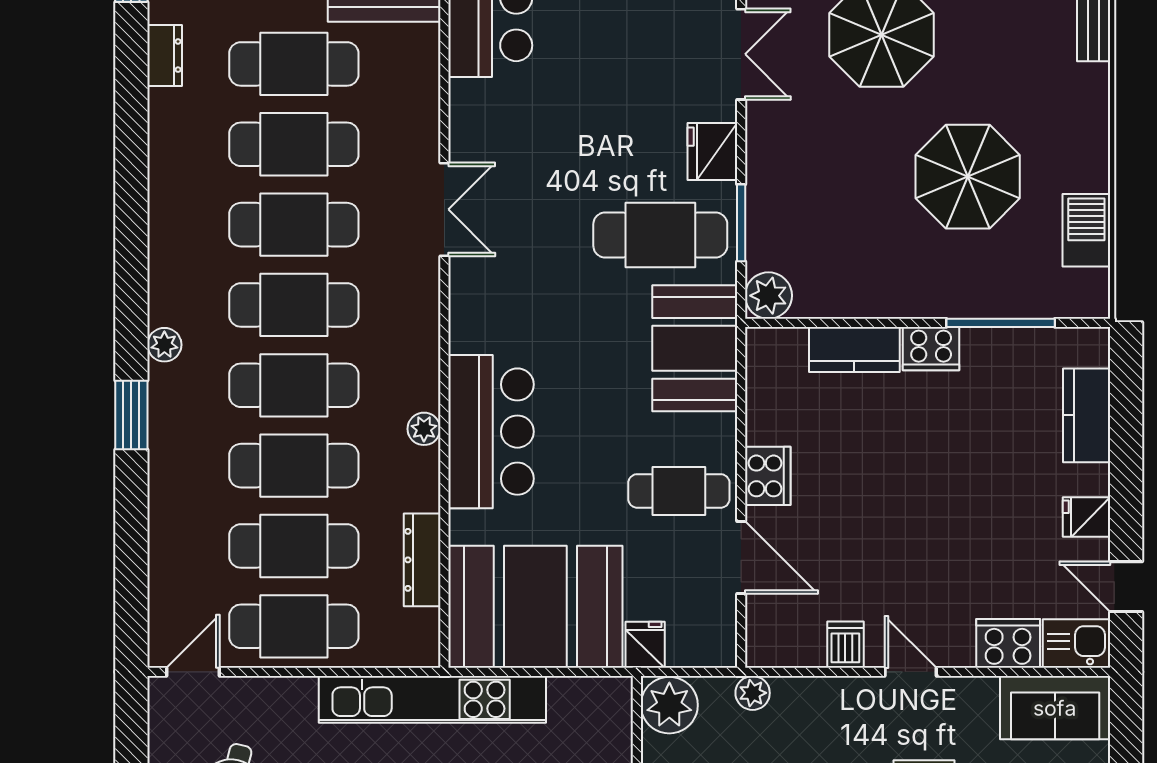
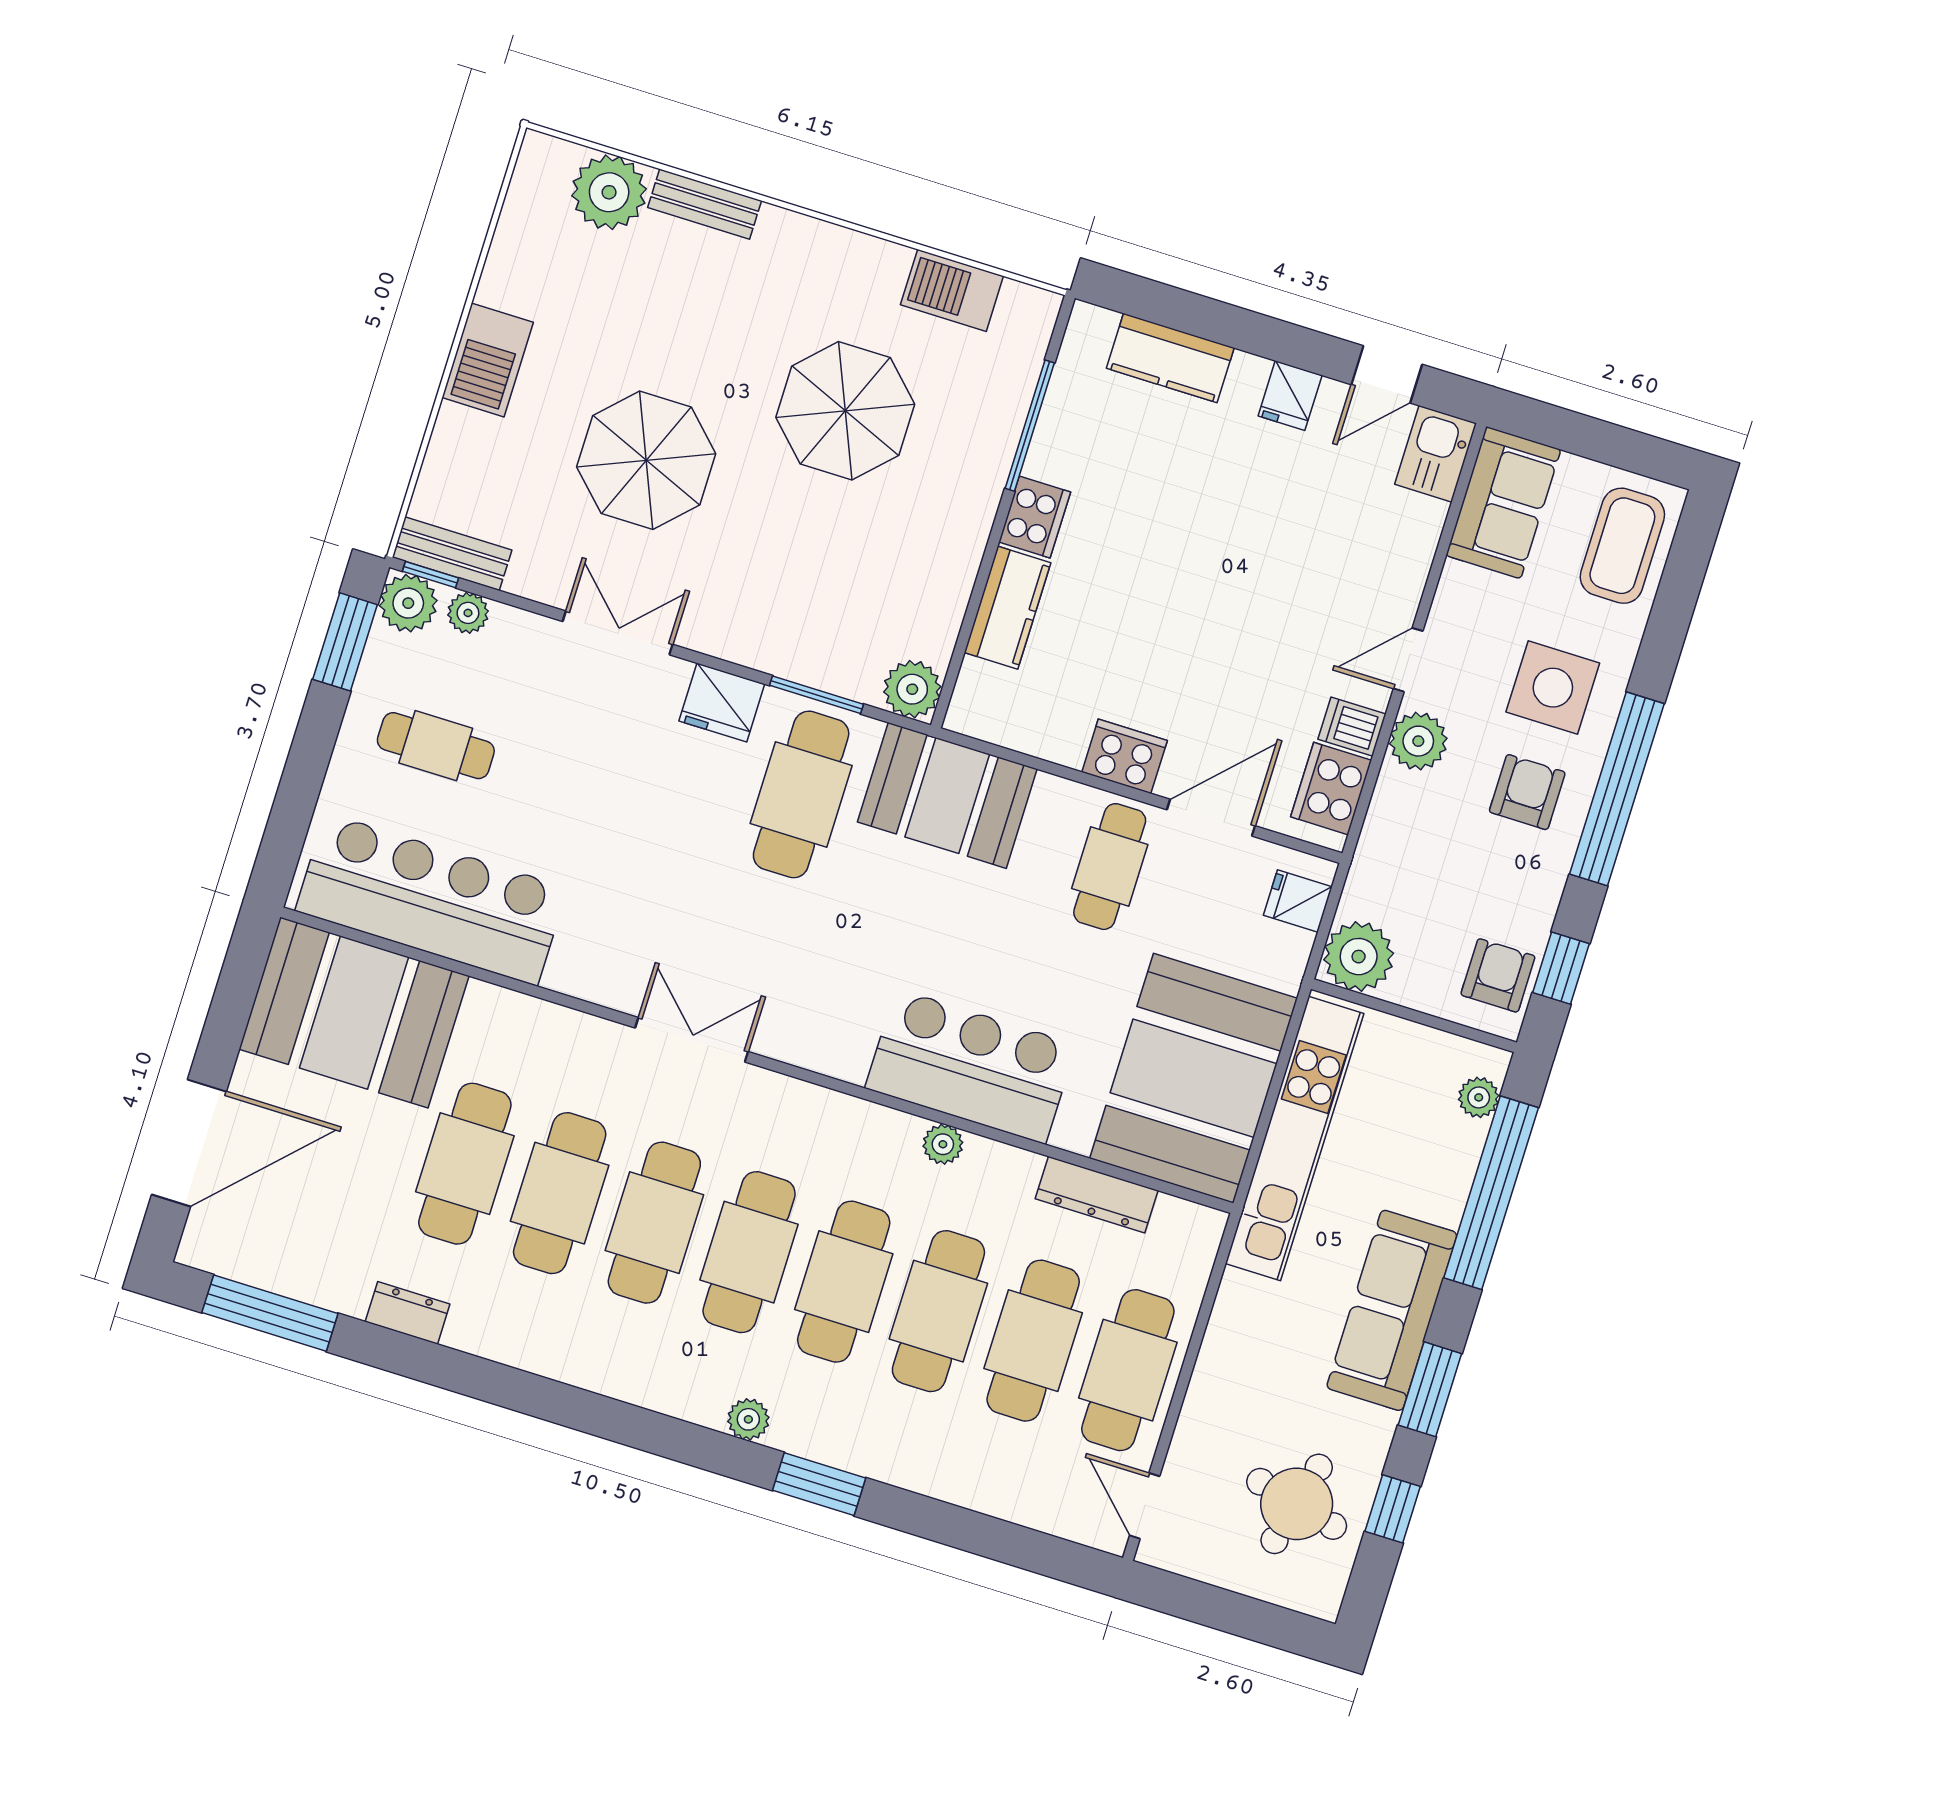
cooker: (1008, 643) -> (1331, 789), moved
fridge: (645, 645) -> (1298, 901), moved
plant: (753, 693) -> (1418, 741), moved, width x1.38, depth x1.38
kitchen unit: (432, 699) -> (1294, 1138), moved

